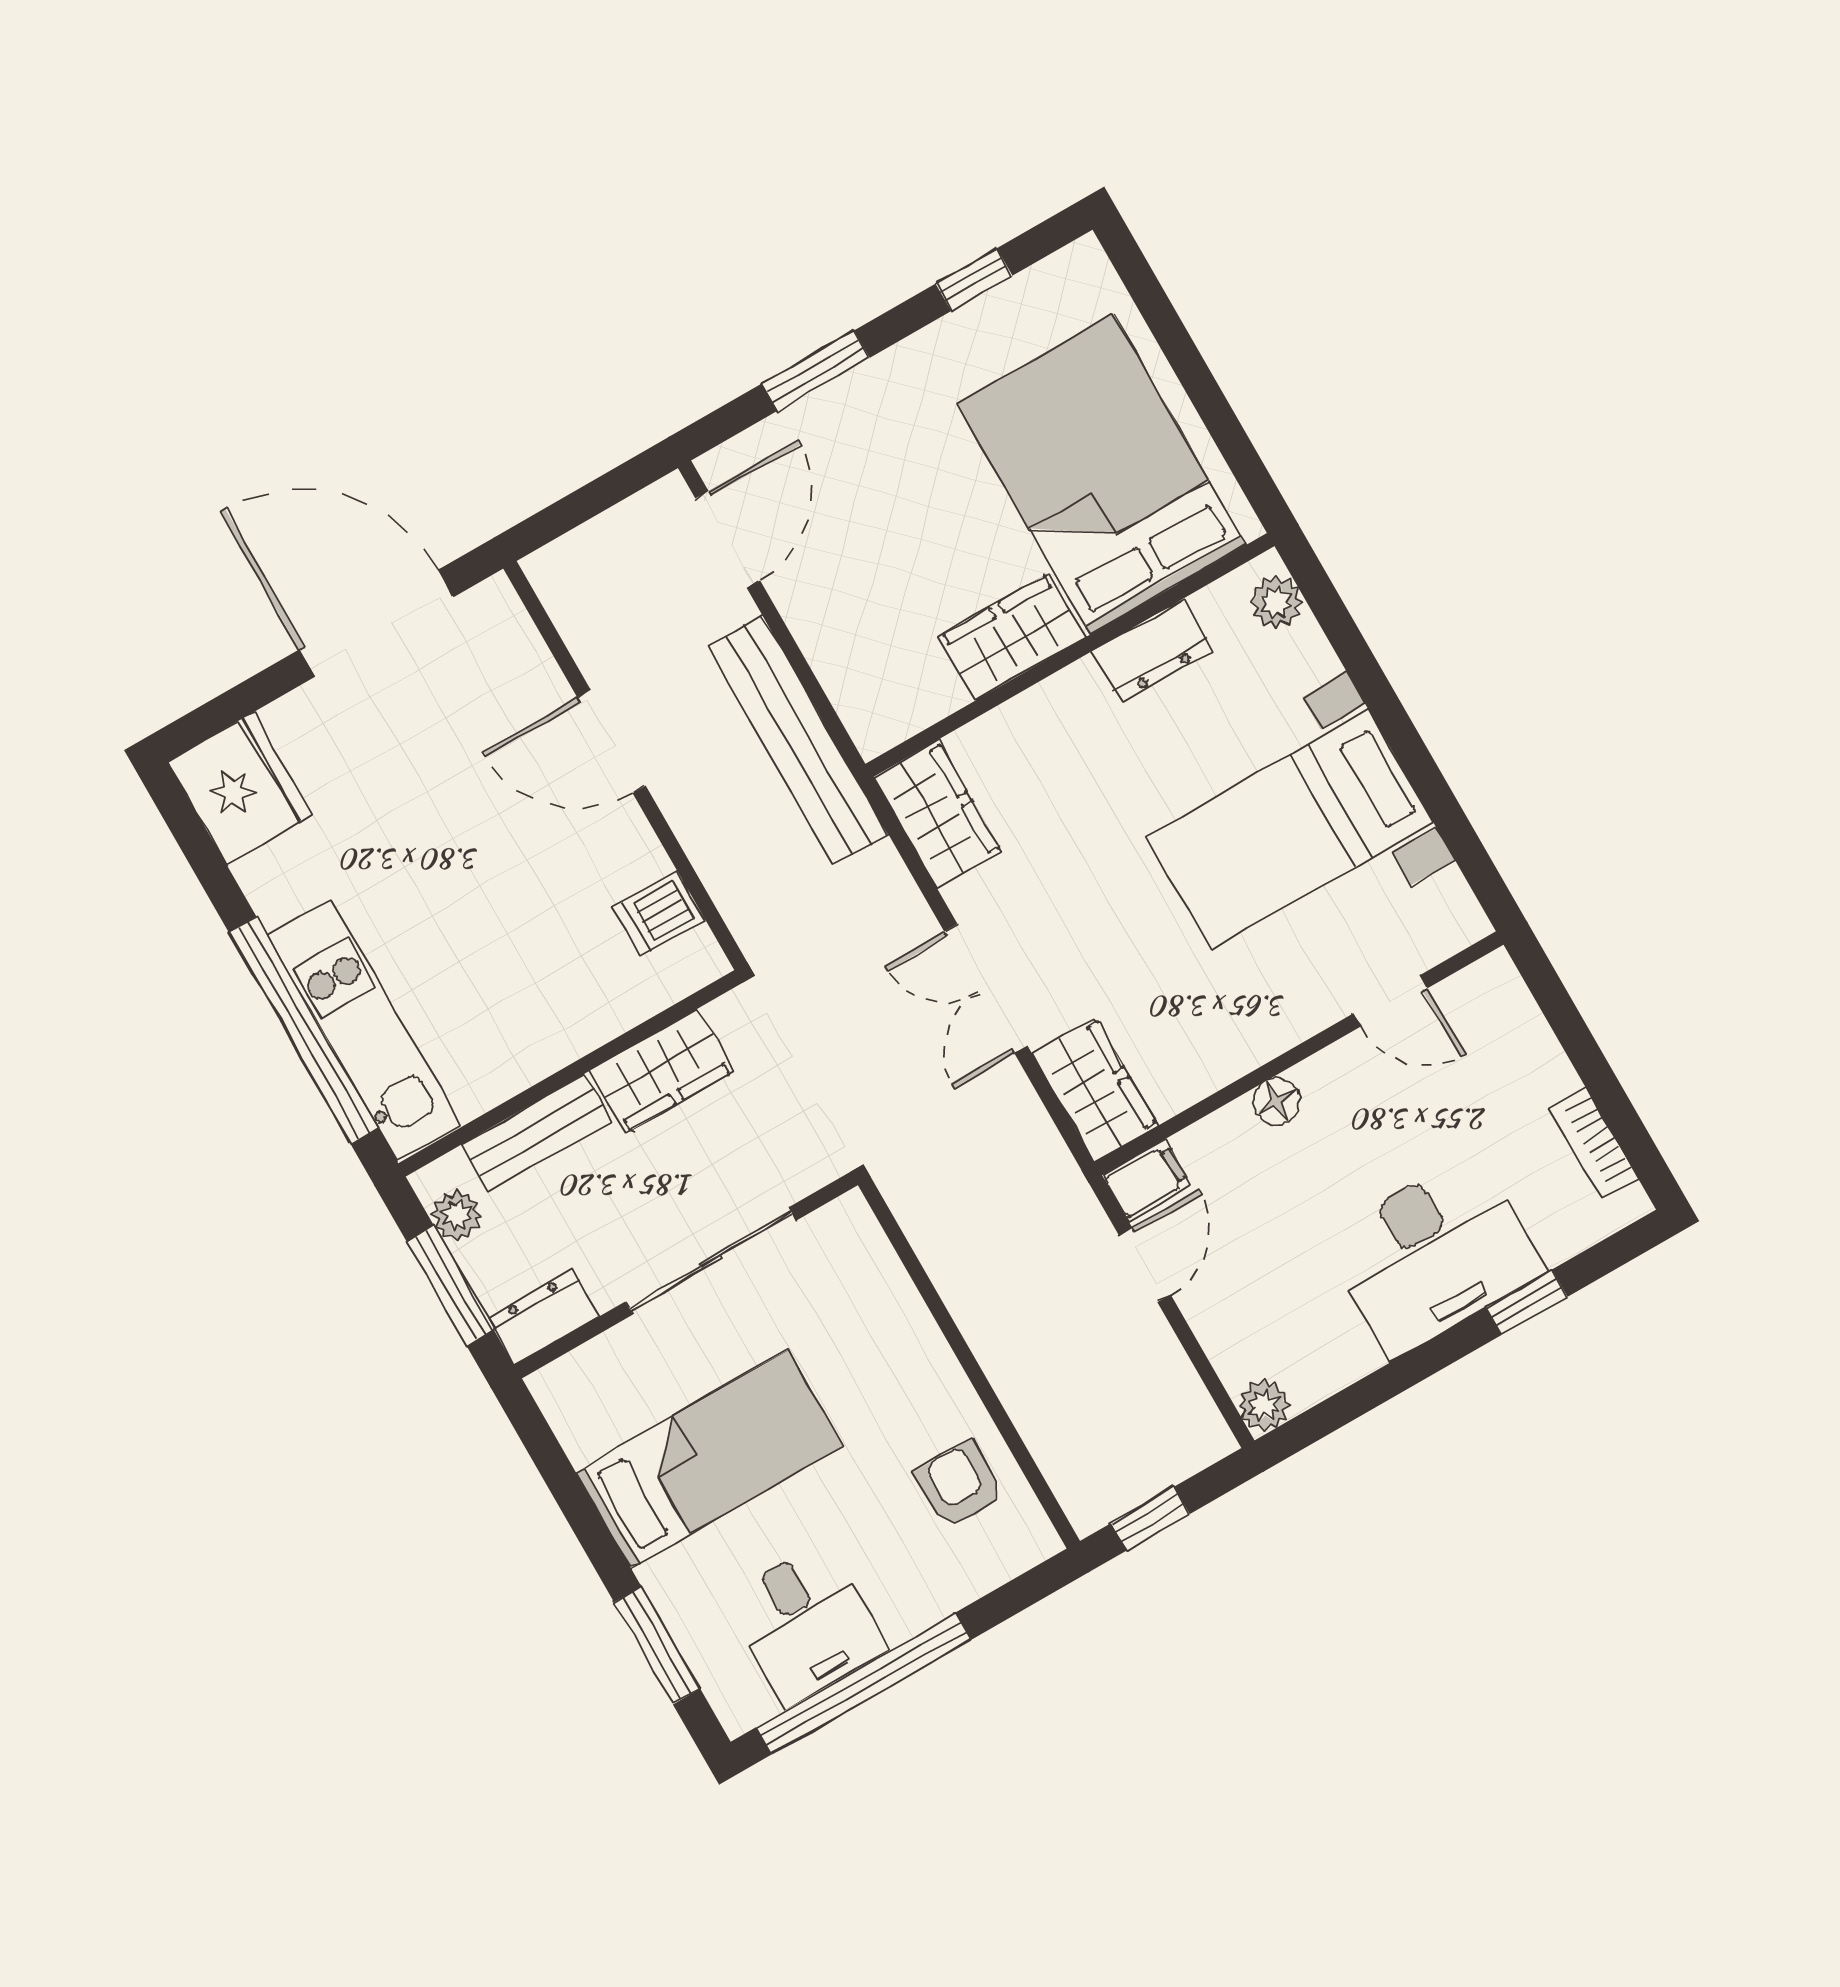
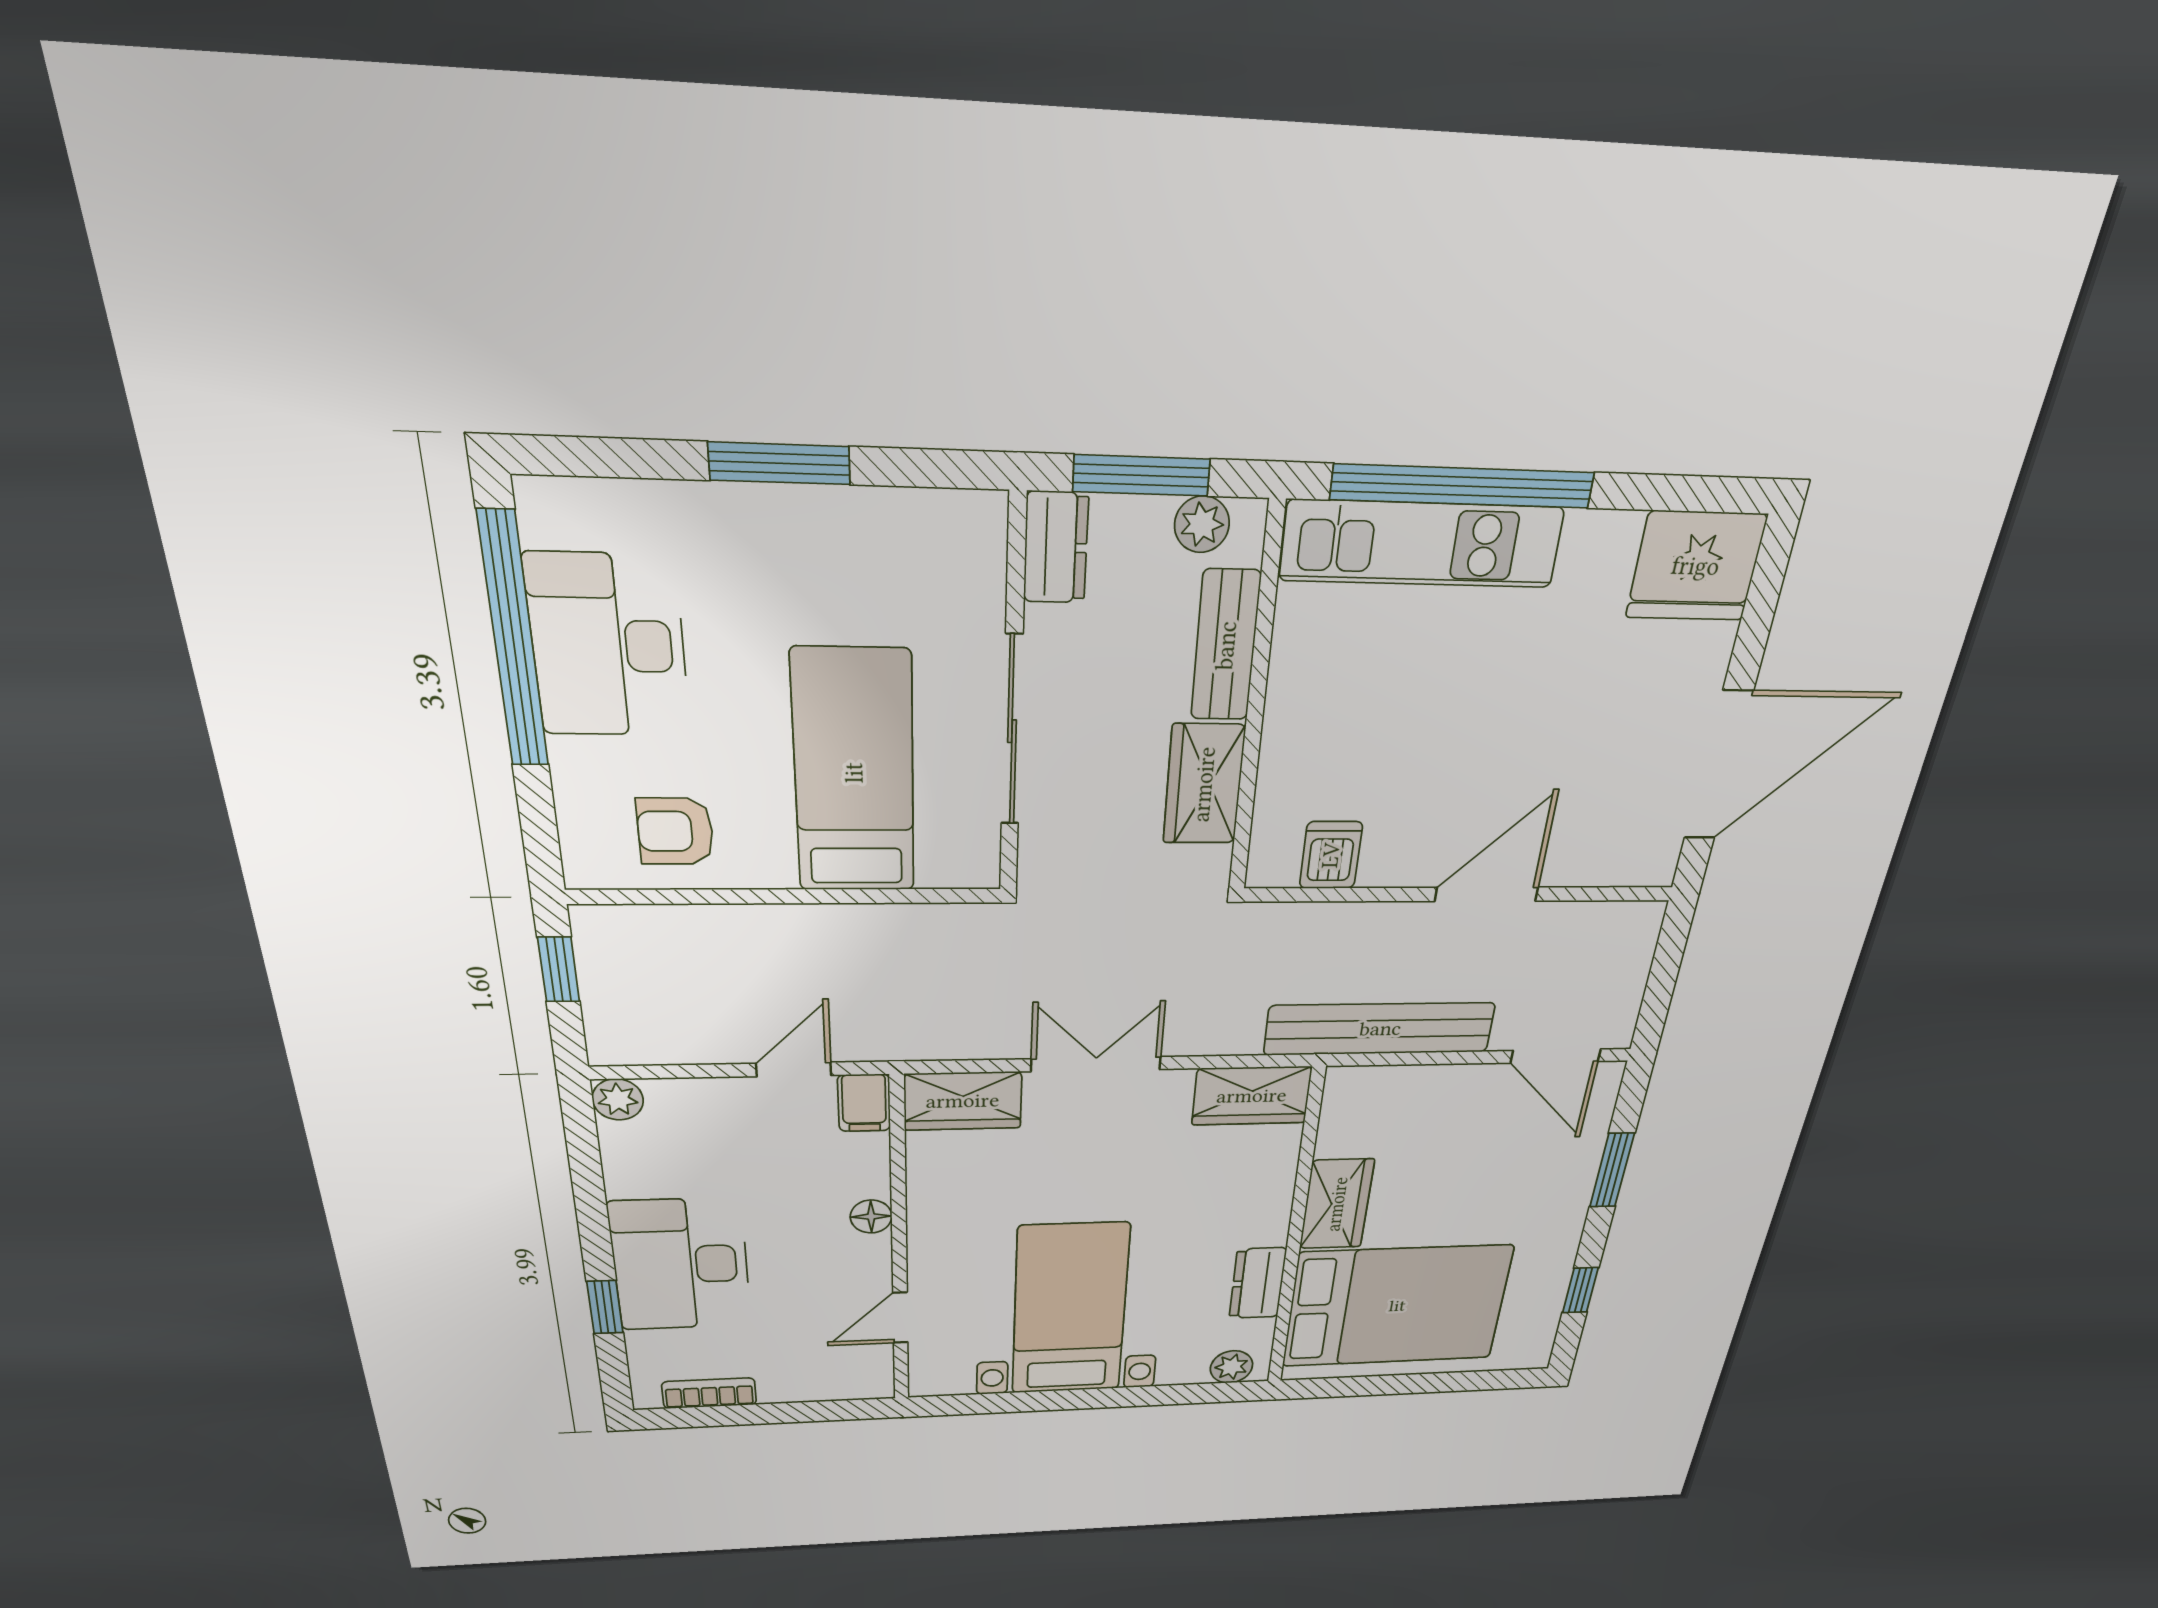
door: (1145, 1265) -> (794, 1069), swing flipped
bed: (709, 1459) -> (854, 773), moved, turned 180
armchair: (959, 1485) -> (675, 831), turned 180
desk: (806, 1624) -> (608, 646), width x1.37
window: (657, 1645) -> (780, 463), moved

